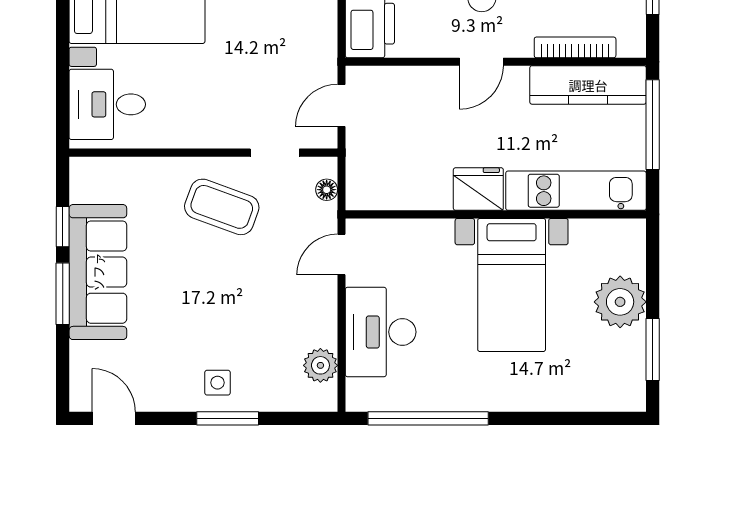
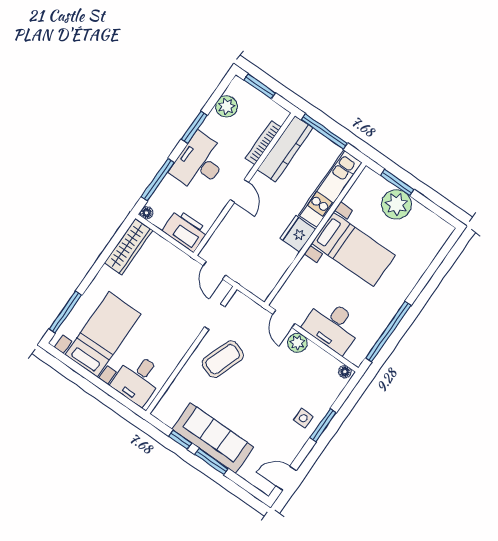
floor lamp: (327, 190) -> (345, 372), moved
window: (653, 349) -> (397, 183), moved
plant: (320, 365) -> (297, 343), moved

